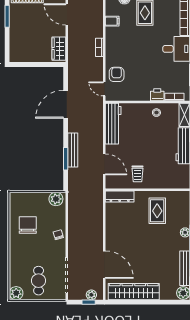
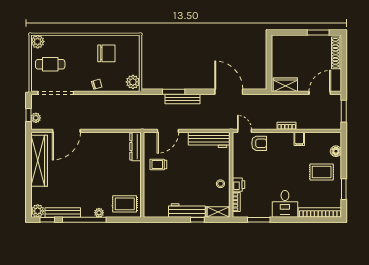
filing cabinet: (112, 21) -> (299, 139), moved
door: (104, 89) -> (244, 131), hinge flipped
rug: (157, 211) -> (125, 204), moved

